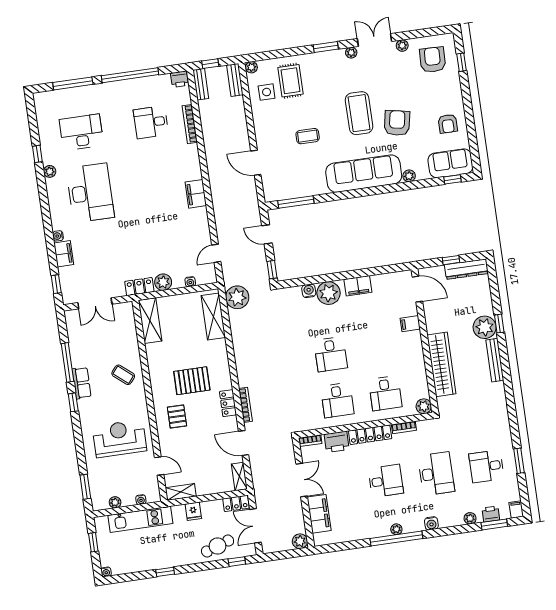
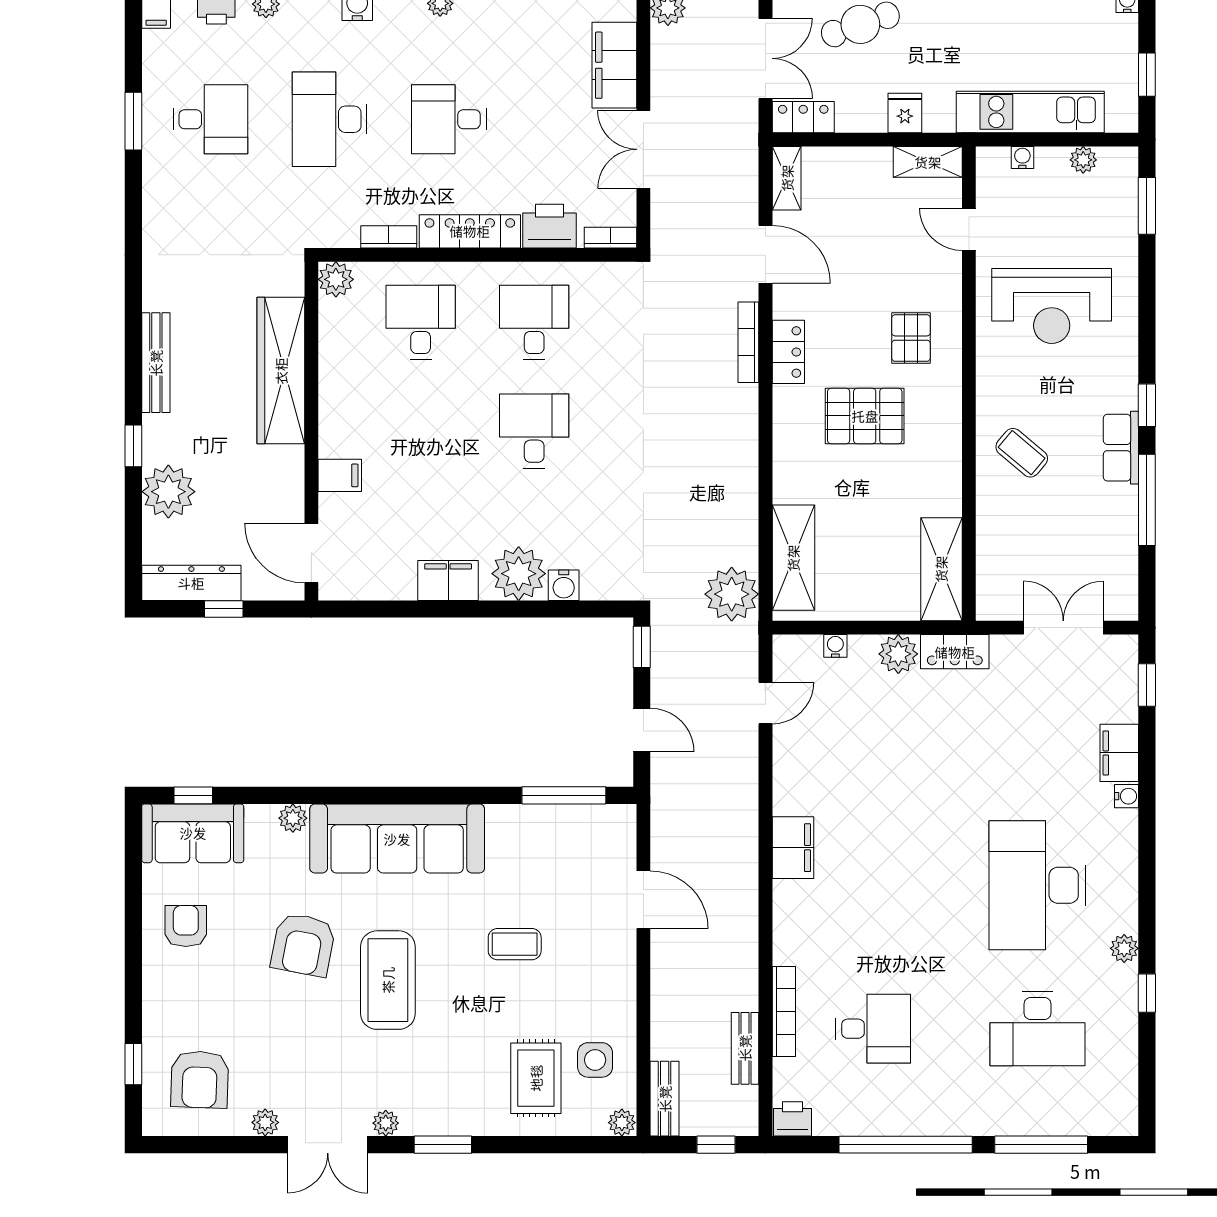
bench: (201, 84) -> (745, 1048), moved
plant: (485, 327) -> (168, 492), moved

